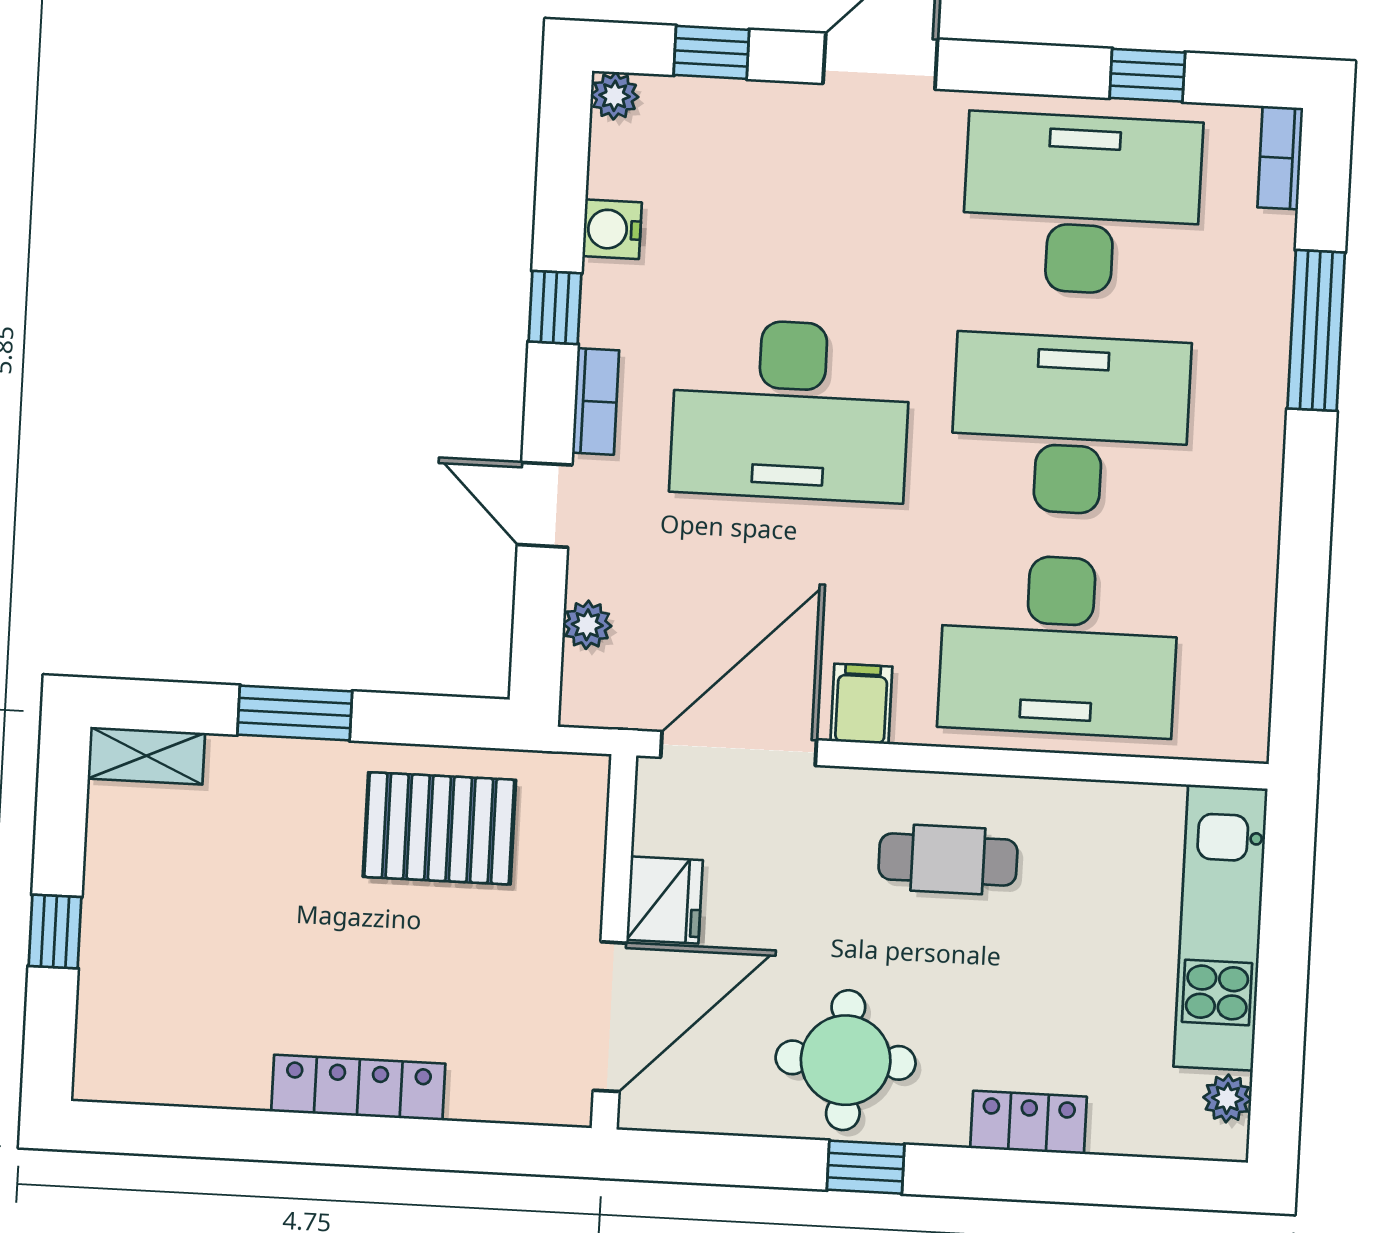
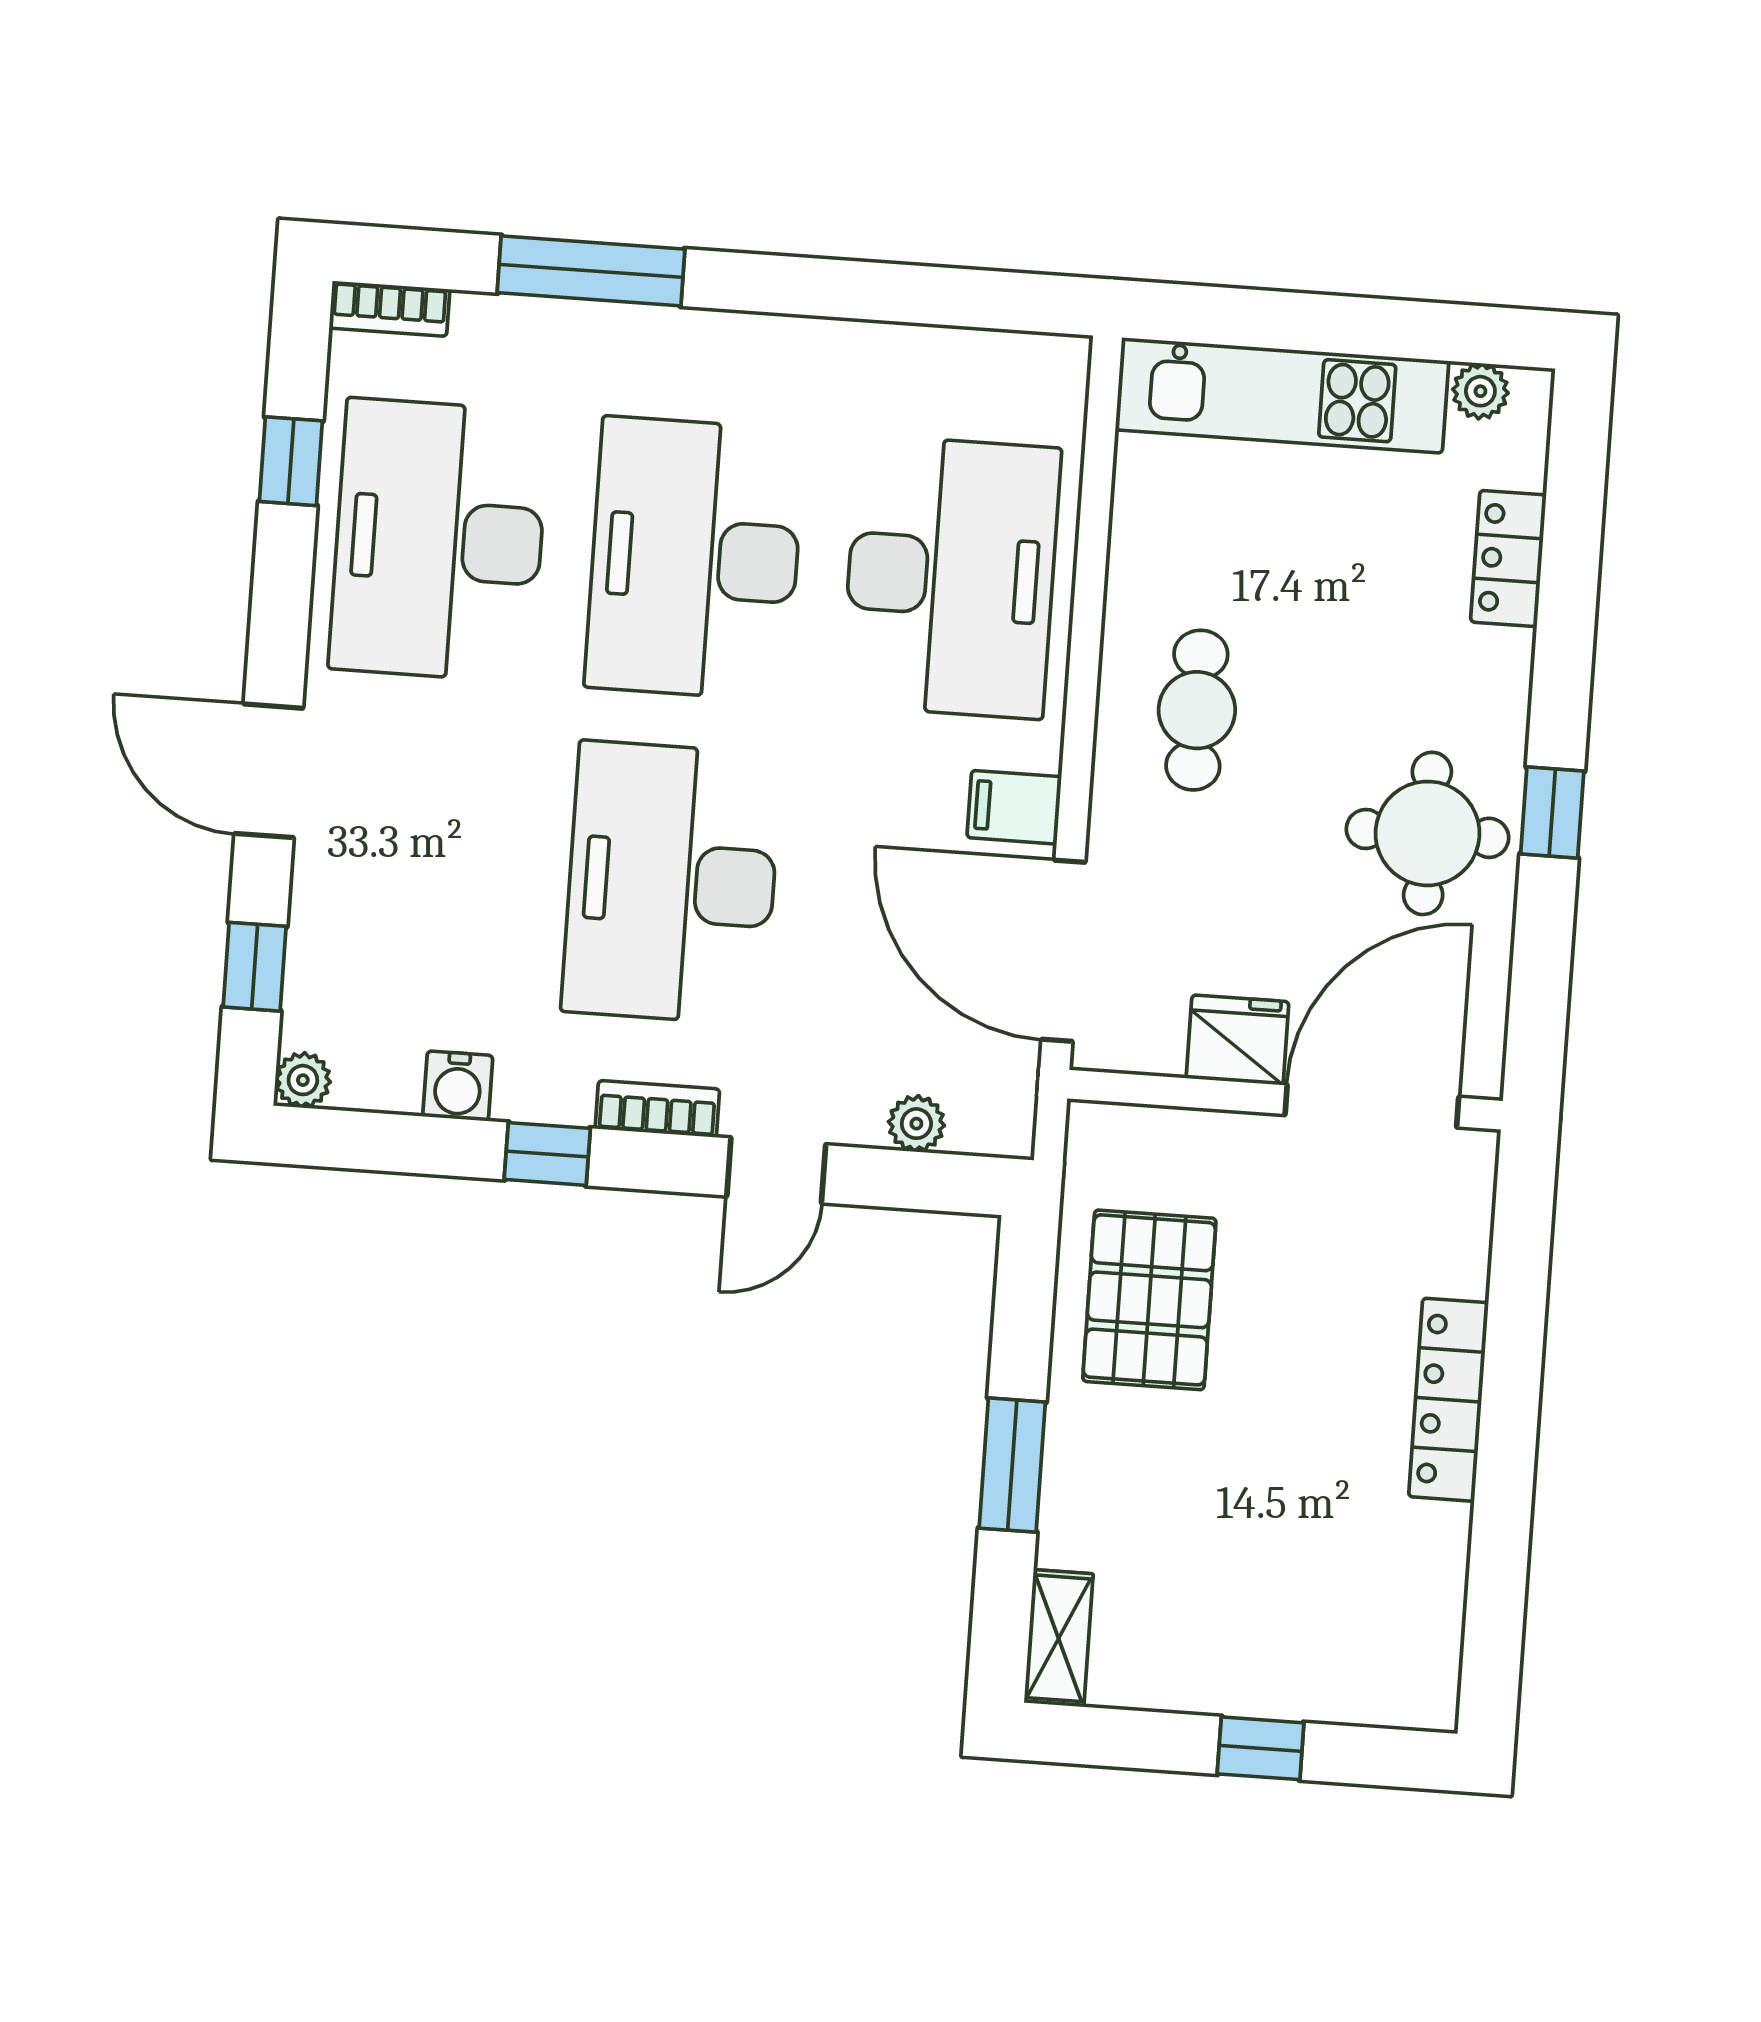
desk: (791, 410) -> (672, 883), turned 180
door: (610, 1017) -> (1372, 1106), hinge flipped
locker: (1028, 1122) -> (1508, 559), moved

